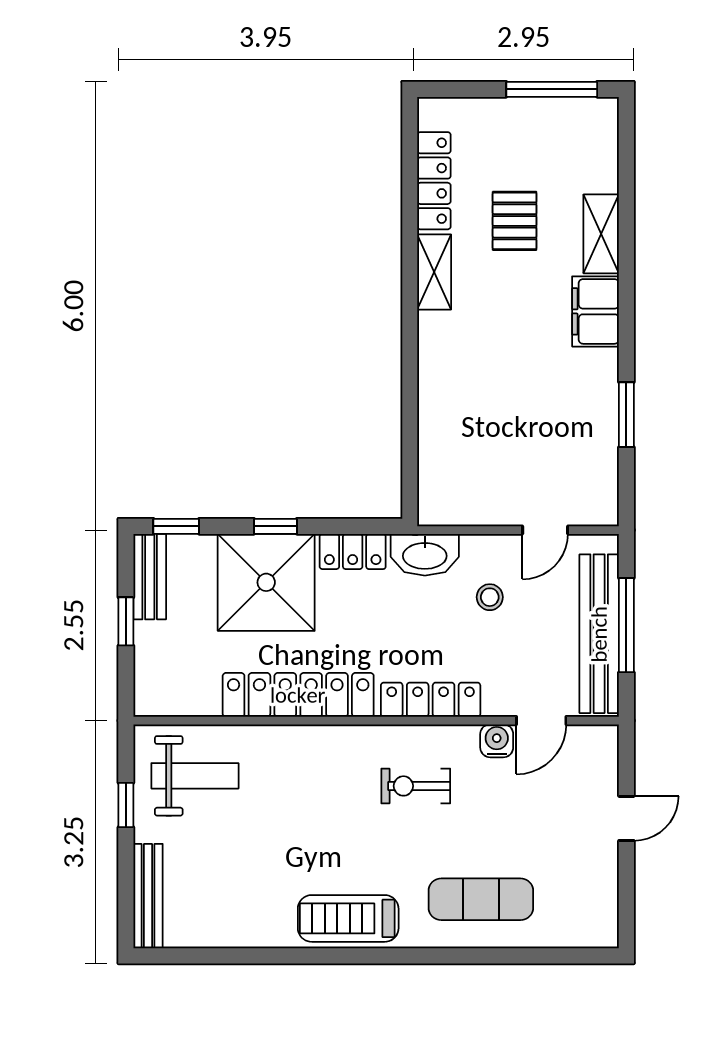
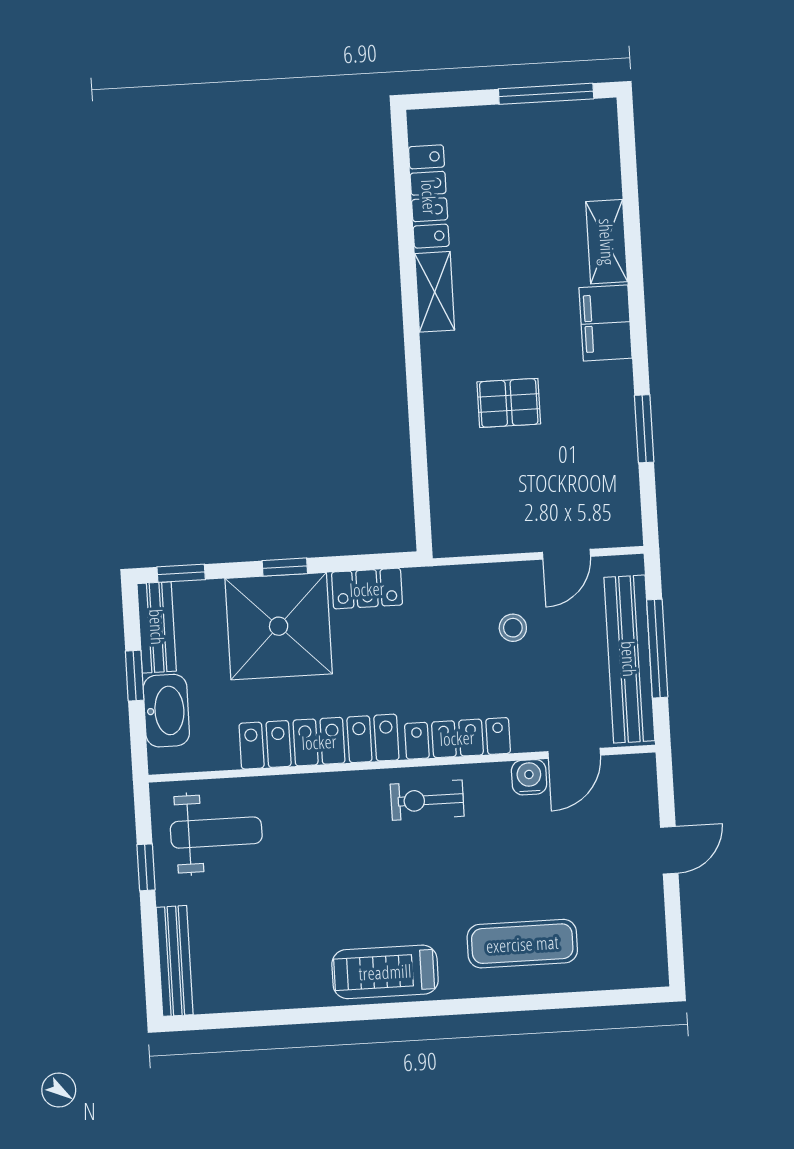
pallet: (515, 221) -> (509, 403), moved, turned 90
washbasin: (425, 555) -> (166, 711), moved, turned -90
exercise bike: (416, 786) -> (427, 800), moved

